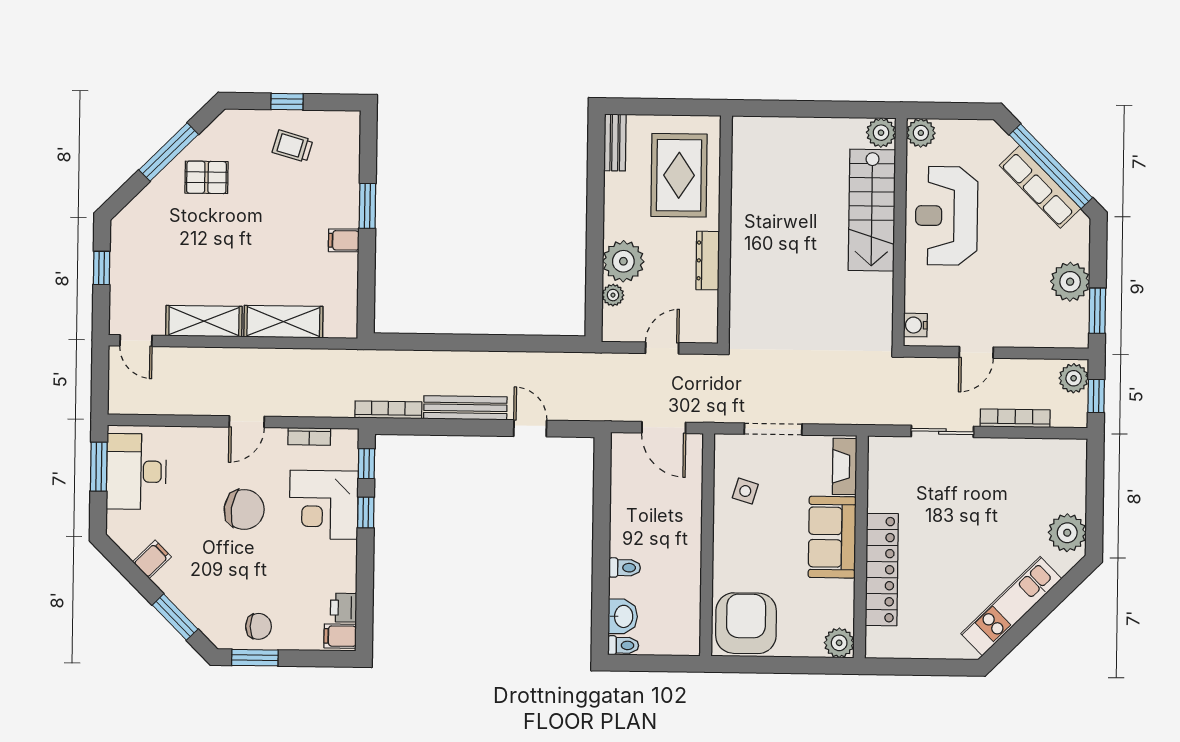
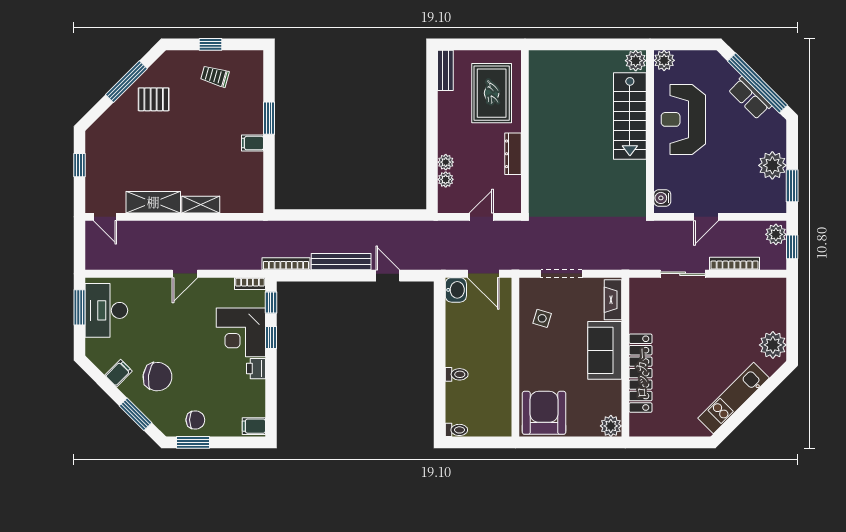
row of seats: (1040, 187) -> (750, 98), width x0.68
plant: (623, 261) -> (446, 162), width x0.53, depth x0.53
shelving: (283, 322) -> (201, 205), width x0.67, depth x0.75
bookcase: (309, 436) -> (250, 284), moved
chair: (244, 509) -> (157, 377), moved
printer: (343, 608) -> (256, 369), moved
washbasin: (623, 616) -> (456, 290), moved

